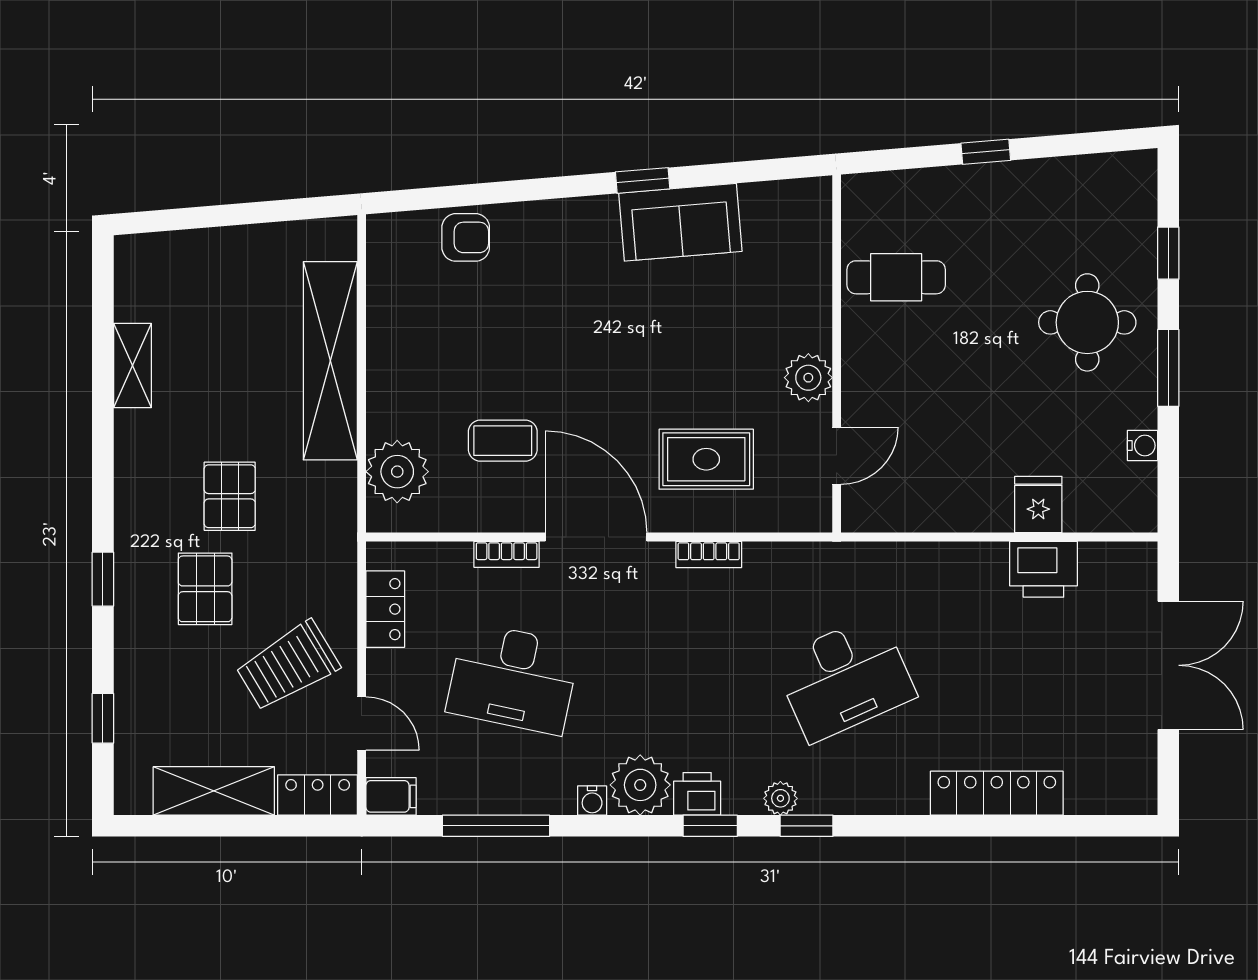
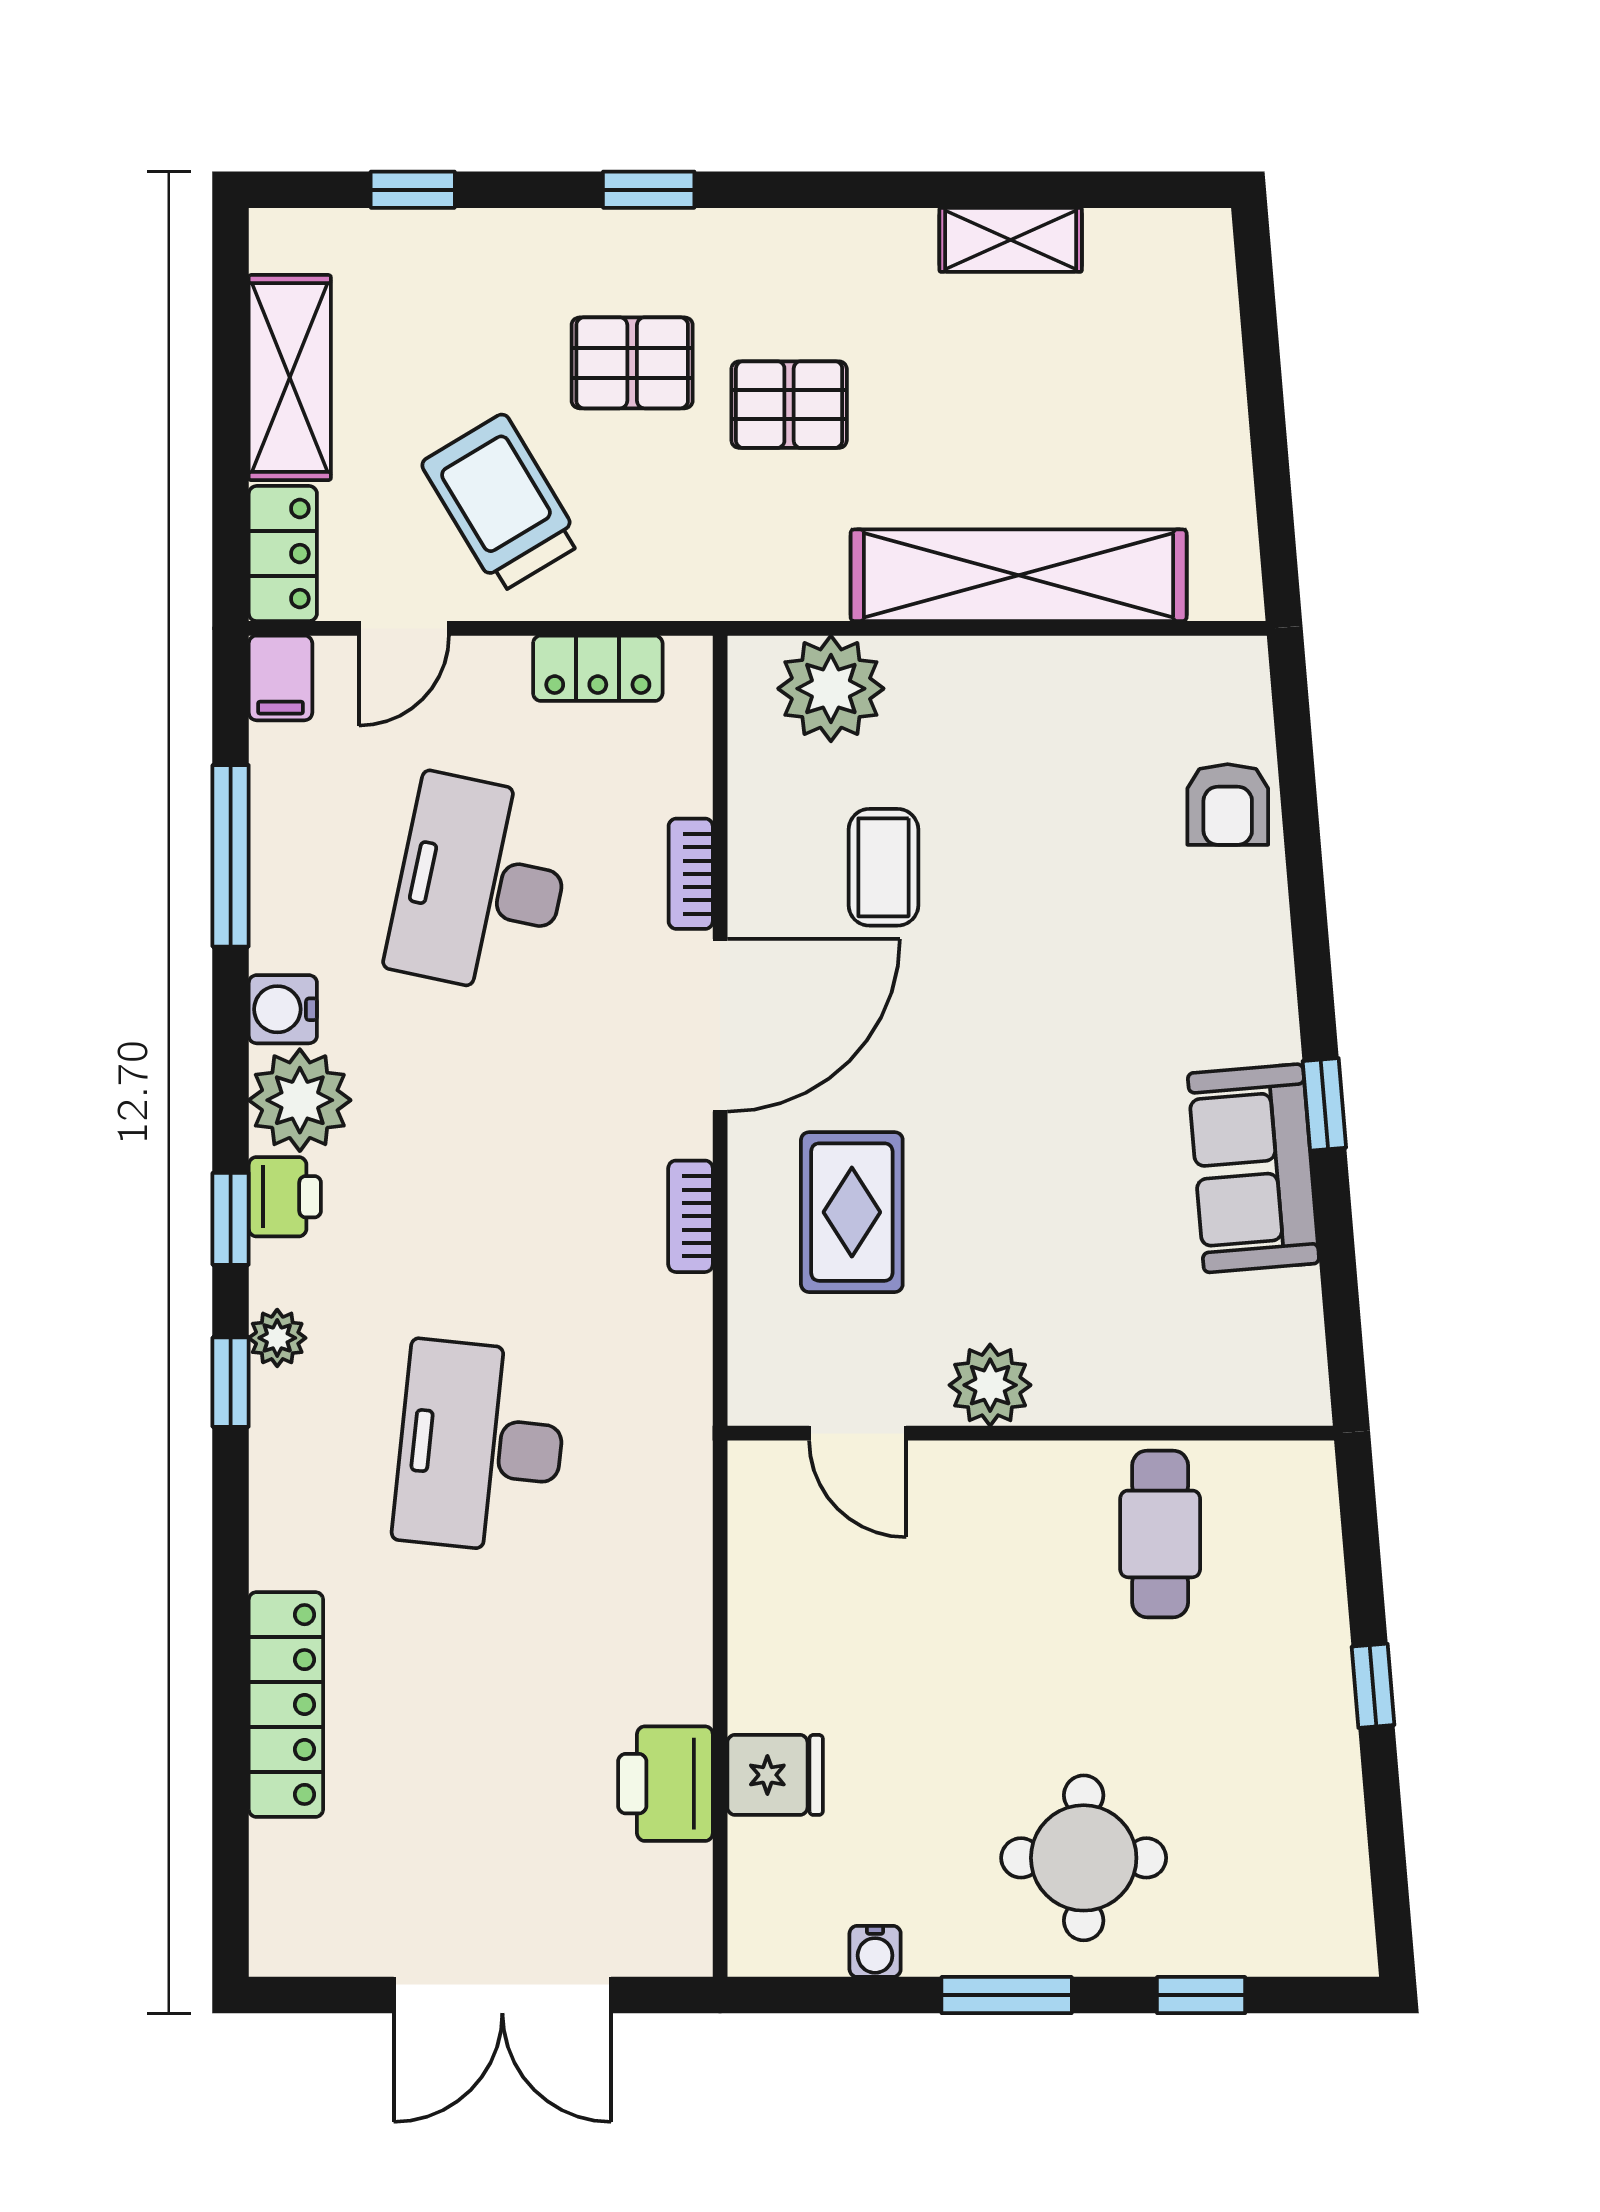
desk: (845, 678) -> (481, 1447), turned 30
water cooler: (592, 801) -> (283, 1009), width x1.38, depth x1.38

